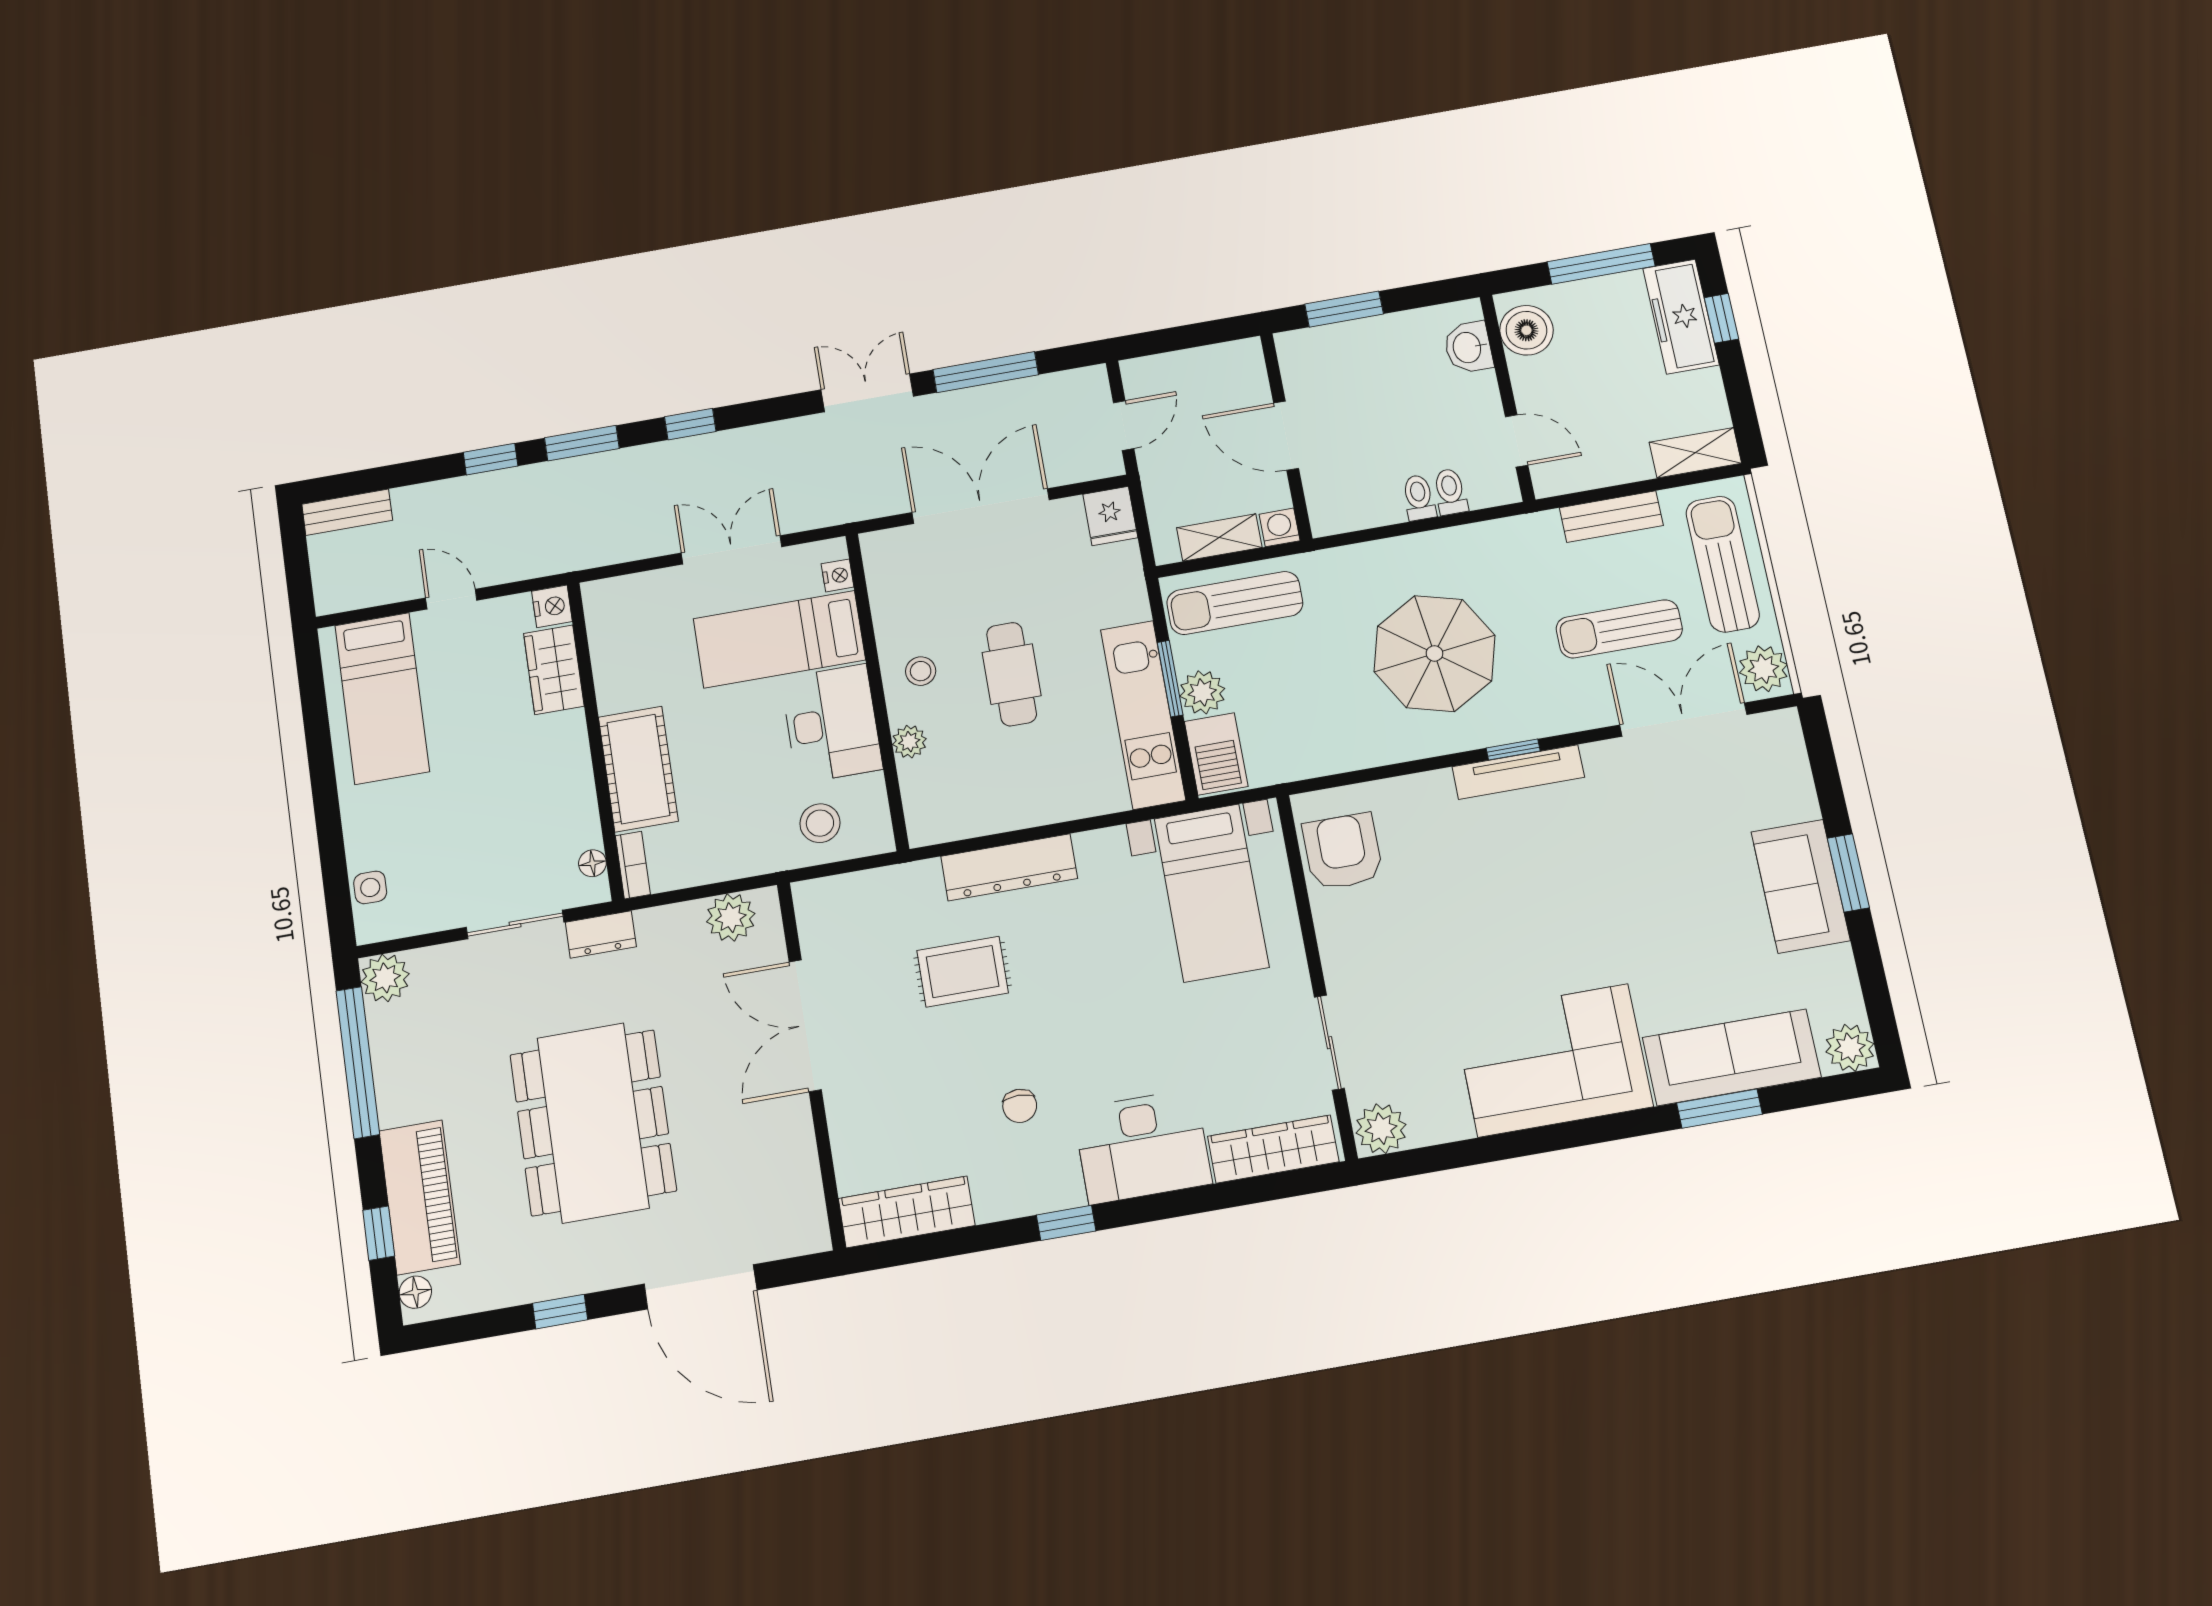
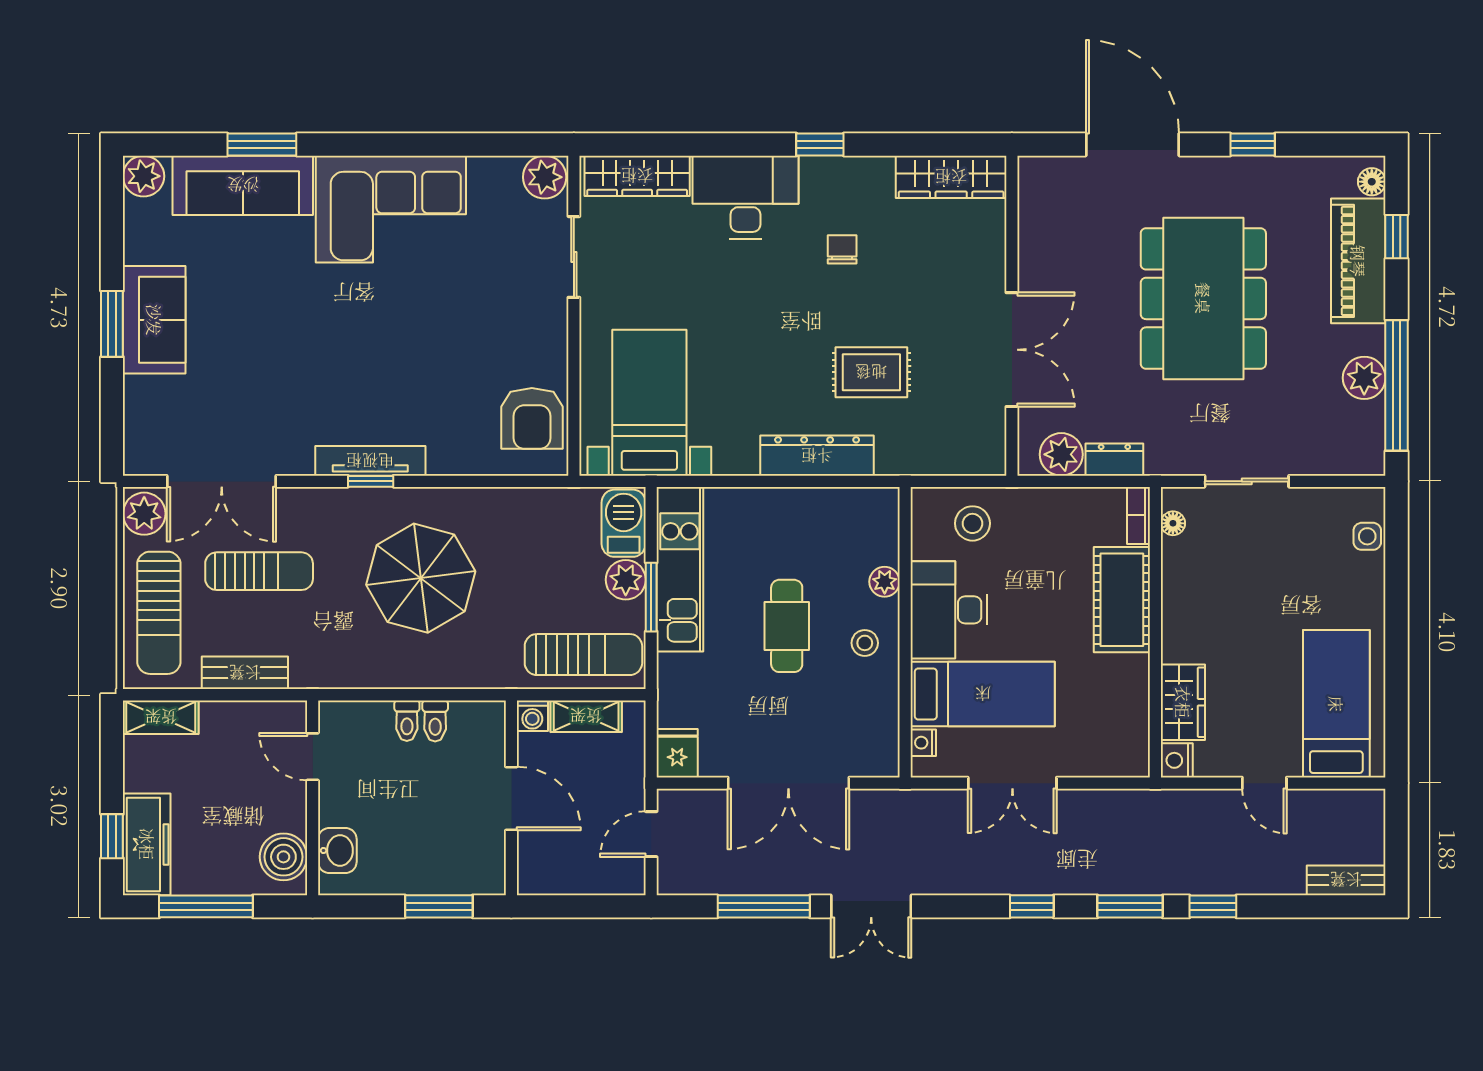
toilet: (1450, 492) -> (435, 721), moved
dresser: (601, 934) -> (1114, 460), moved
plant: (385, 978) -> (1364, 378), moved

